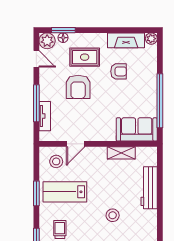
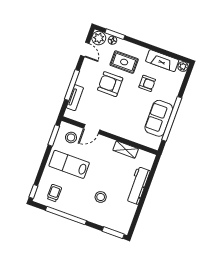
armchair: (78, 87) -> (110, 84), turned 90
sofa: (137, 129) -> (159, 118), moved, turned -90
window: (36, 193) -> (54, 135), moved

